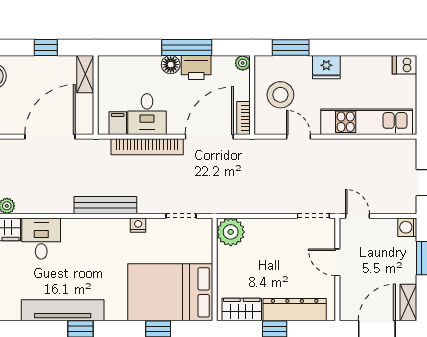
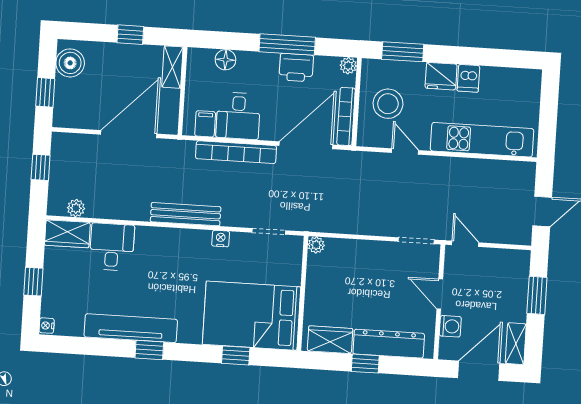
floor lamp: (171, 65) -> (225, 60), moved
dishwasher: (405, 65) -> (468, 78), moved, turned -90
bookcase: (244, 118) -> (346, 117), width x1.56
washing machine: (407, 227) -> (450, 326), moved, turned 180
plant: (231, 232) -> (316, 245), width x0.53, depth x0.53

